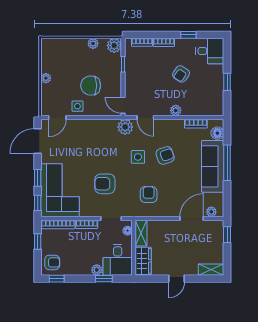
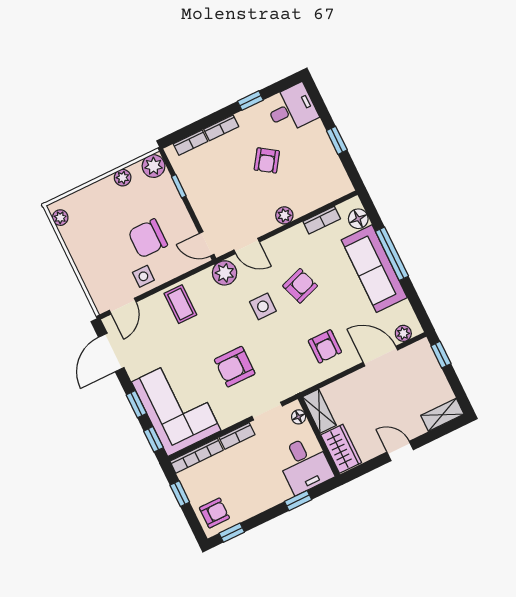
plant: (46, 78) -> (60, 218), moved
coffee table: (91, 133) -> (180, 304), added
armchair: (149, 195) -> (325, 346), moved, turned 180
door: (192, 218) -> (380, 356), hinge flipped
plant: (97, 270) -> (282, 493), removed
door: (177, 279) -> (400, 451), swing flipped

